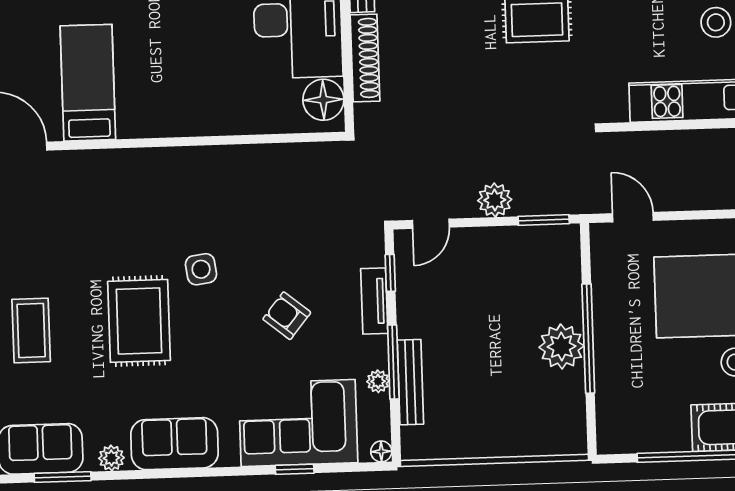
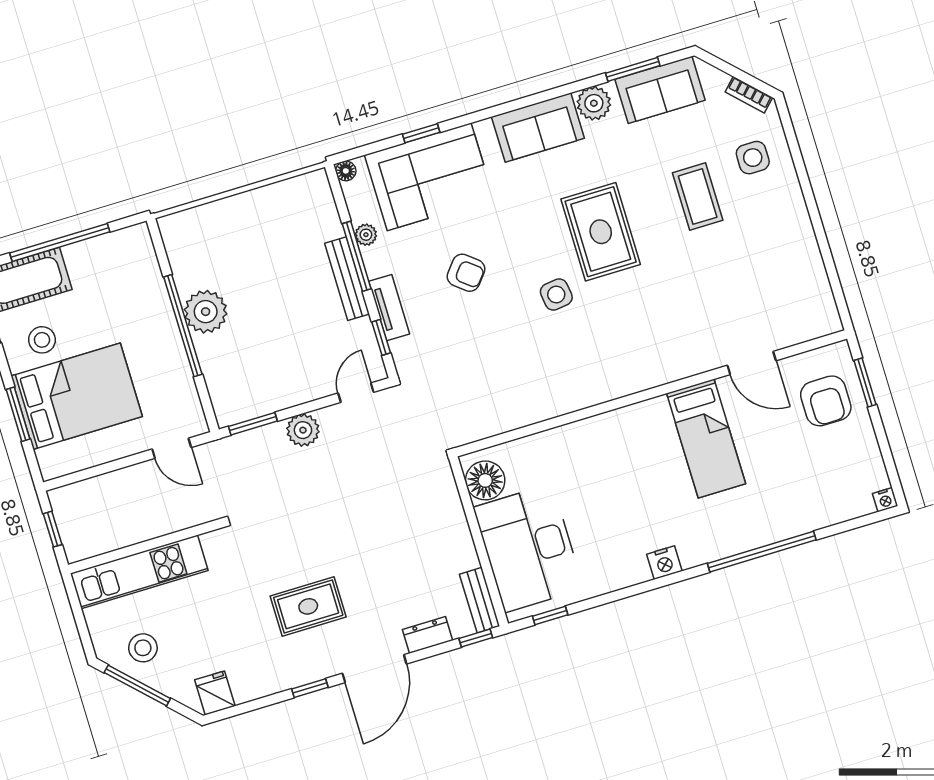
shoe rack: (365, 58) -> (457, 529), removed
bench: (410, 382) -> (347, 279), moved
plant: (111, 458) -> (594, 103), width x1.38, depth x1.38

